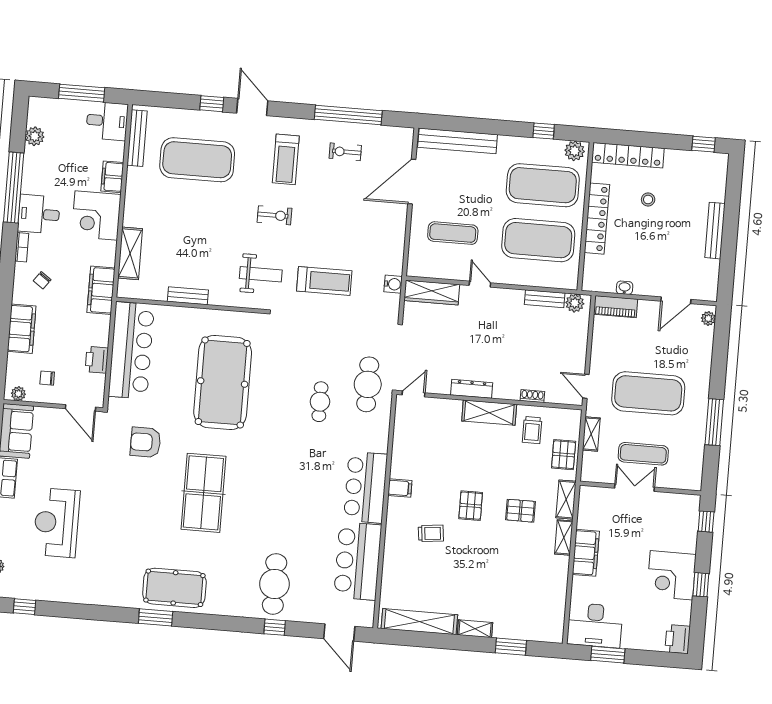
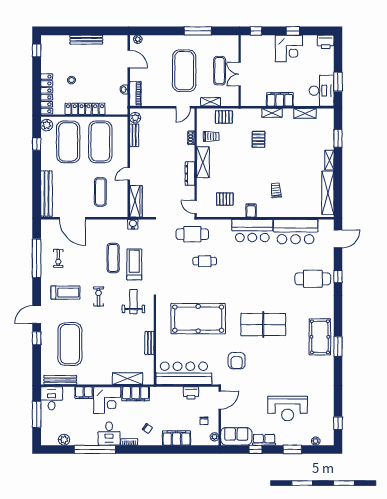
exercise mat: (338, 246) -> (113, 258), added
filing cabinet: (101, 290) -> (136, 394), moved
shelving: (566, 500) -> (305, 113), moved
pallet: (471, 506) -> (225, 199), moved

